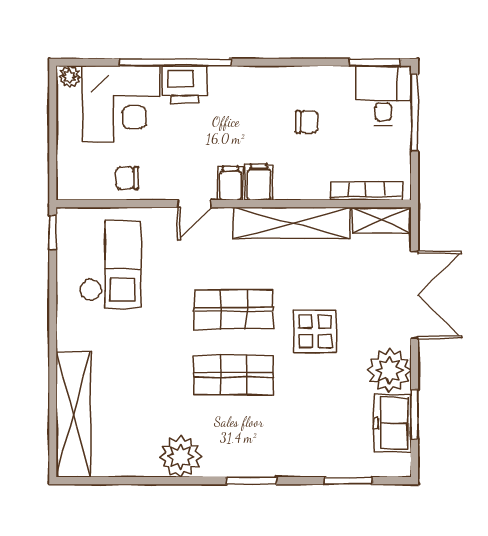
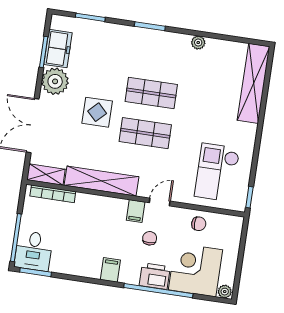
chair: (307, 122) -> (150, 238), moved, turned 88
filing cabinet: (259, 182) -> (110, 270), moved, turned 180
plant: (181, 457) -> (198, 43), width x0.53, depth x0.53

